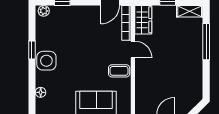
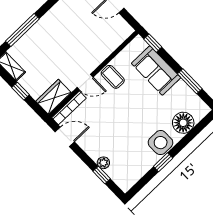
plant: (44, 11) -> (103, 163), moved
door: (133, 50) -> (85, 82), swing flipped
floor lamp: (41, 92) -> (183, 123), width x1.89, depth x1.89

